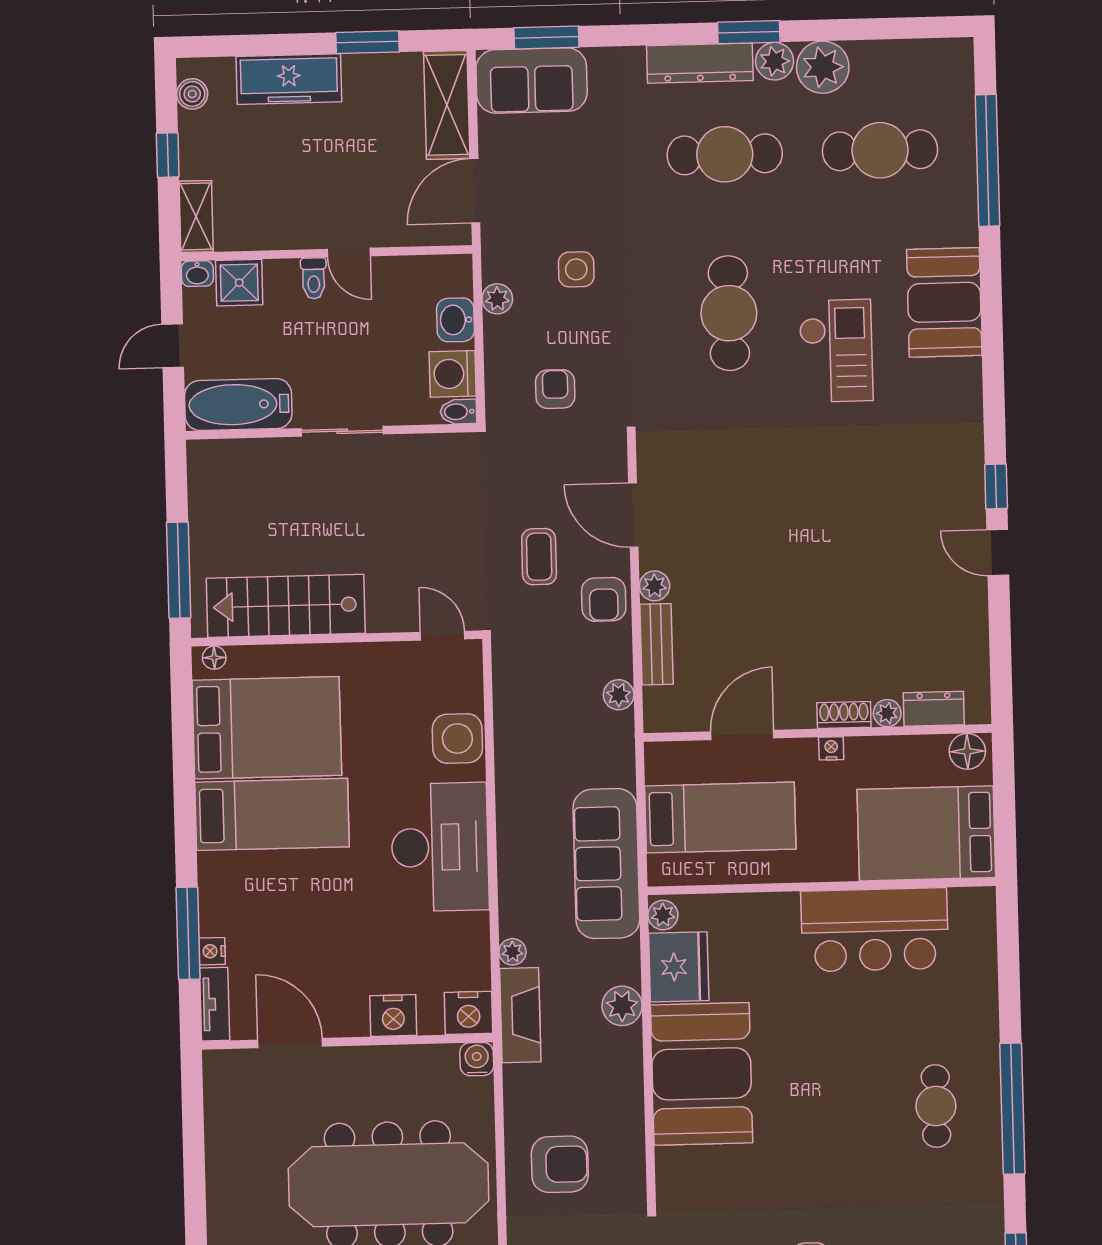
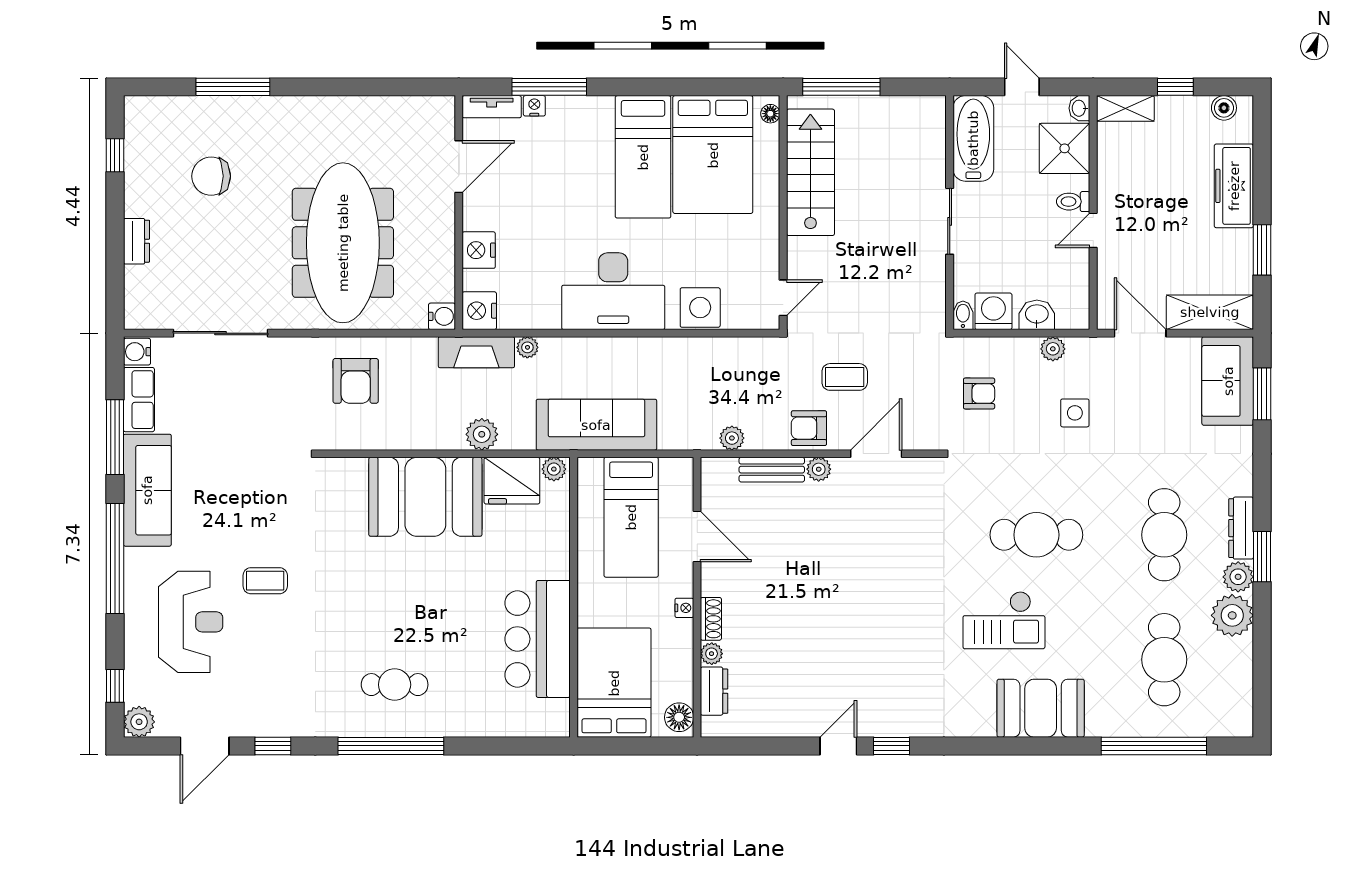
dresser: (700, 63) -> (1241, 528), width x0.73, depth x0.80
shower: (239, 283) -> (1065, 148), width x1.36, depth x1.36

